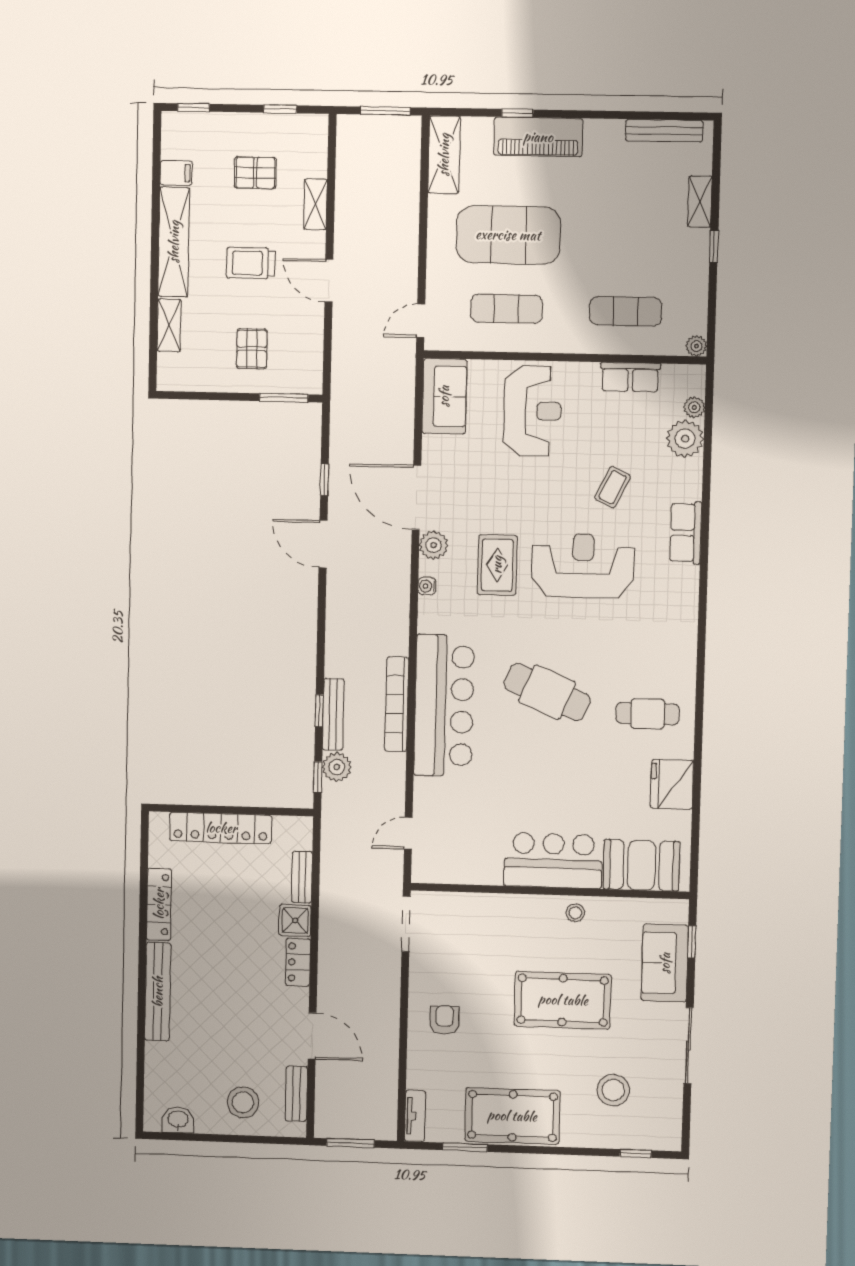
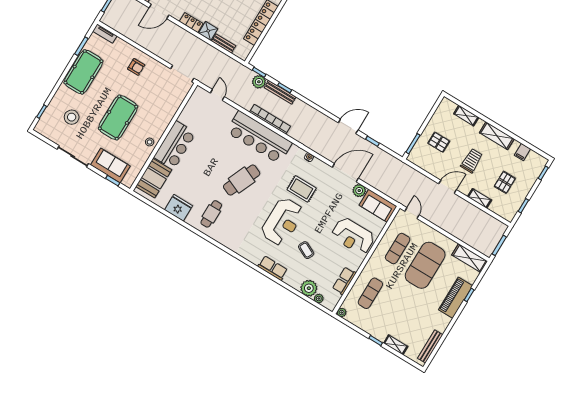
shelving: (174, 242) -> (497, 136), width x0.68
plant: (434, 545) -> (359, 191), moved

